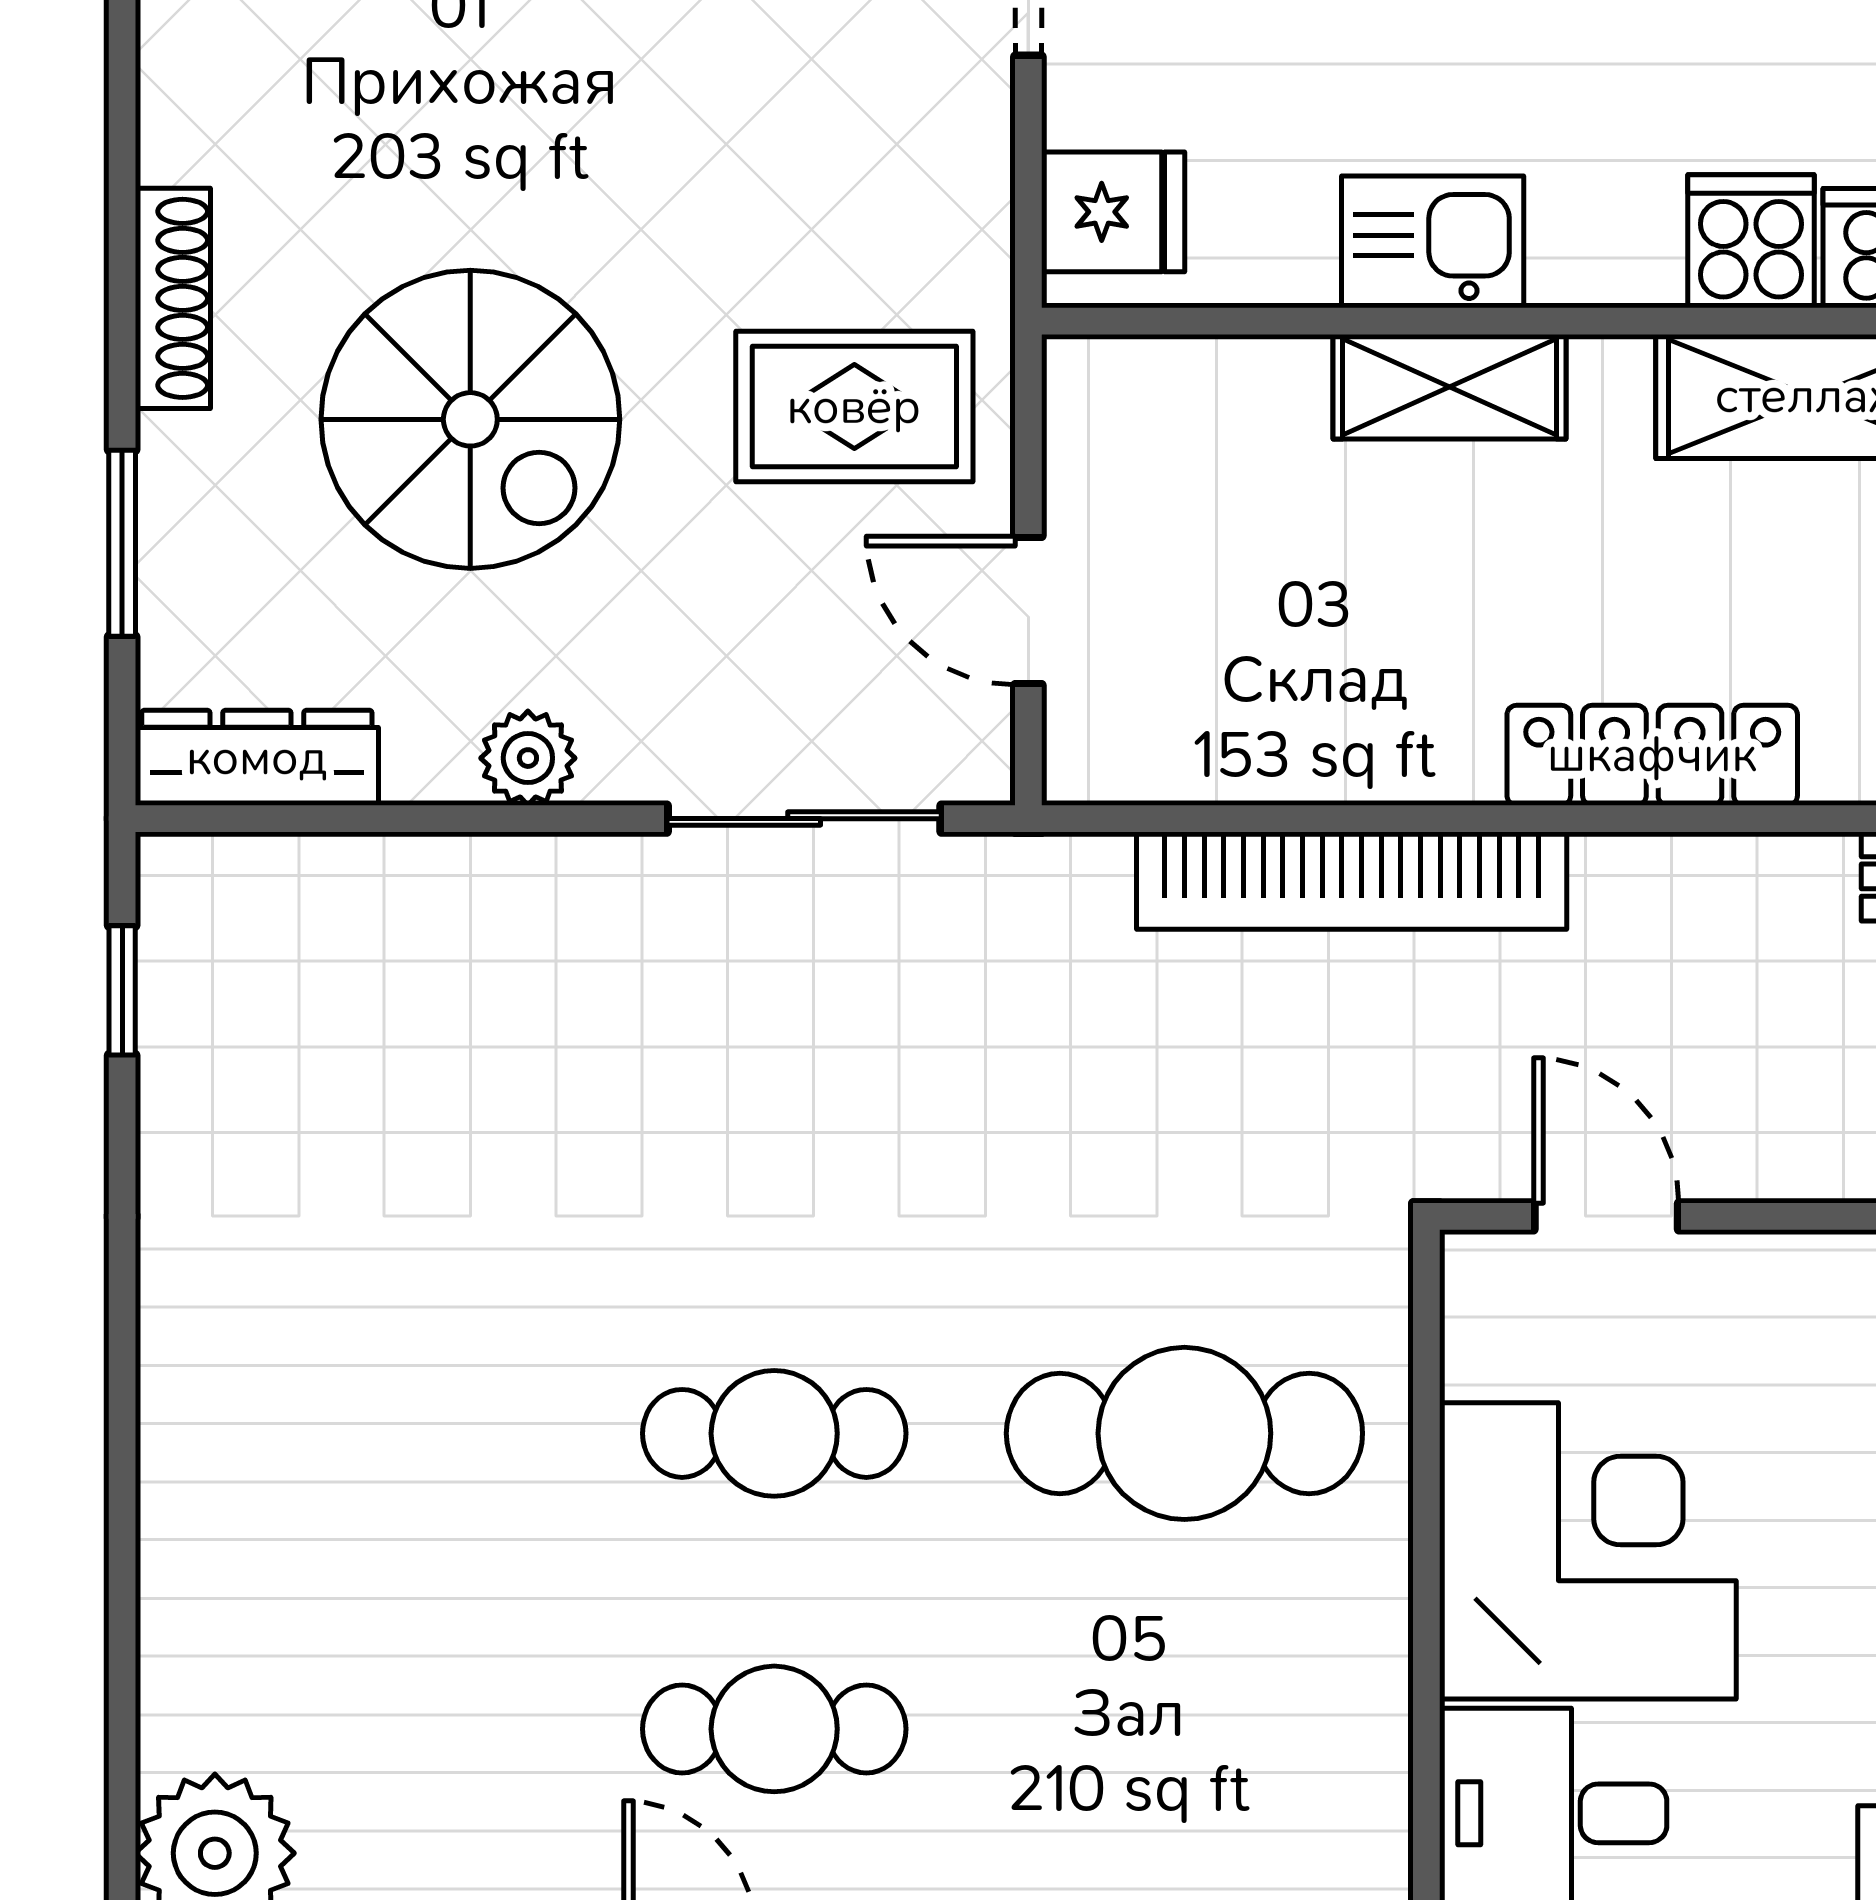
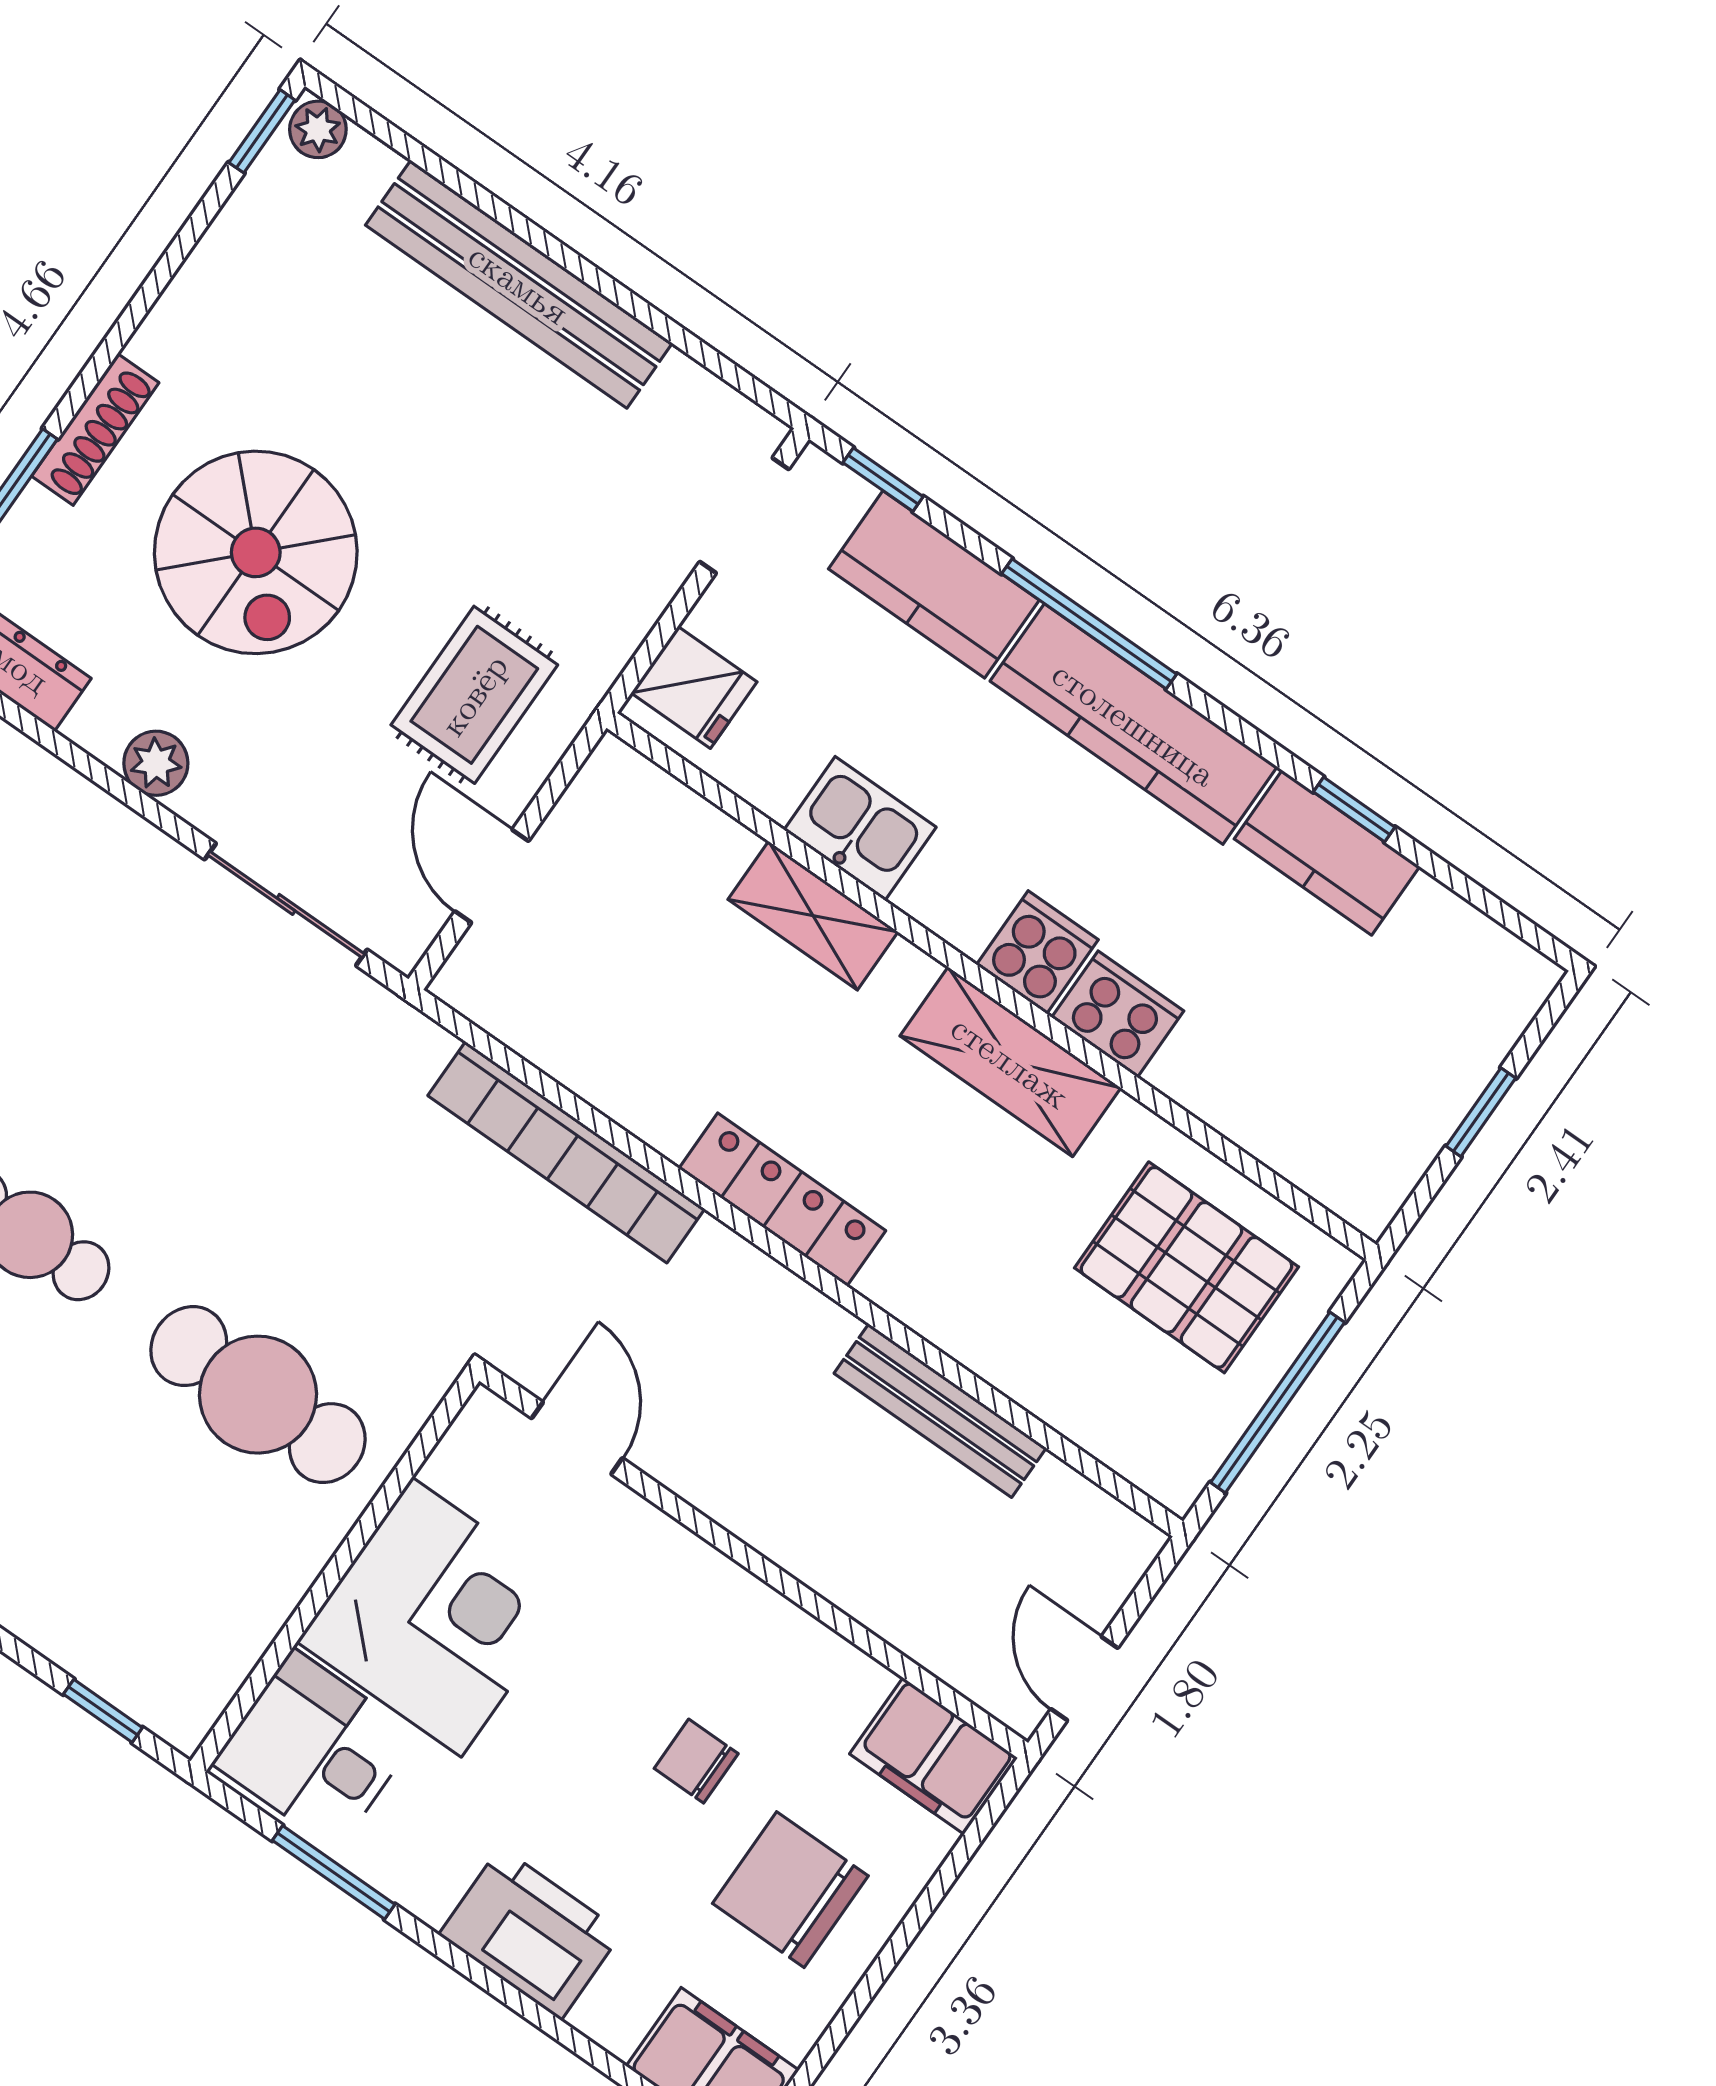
shoe rack: (173, 298) -> (95, 429), moved
rug: (854, 407) -> (474, 695), turned 90

